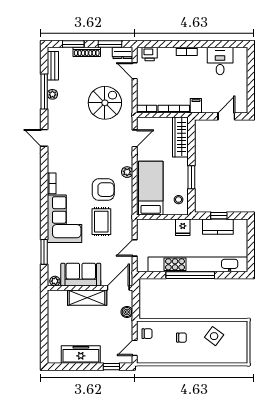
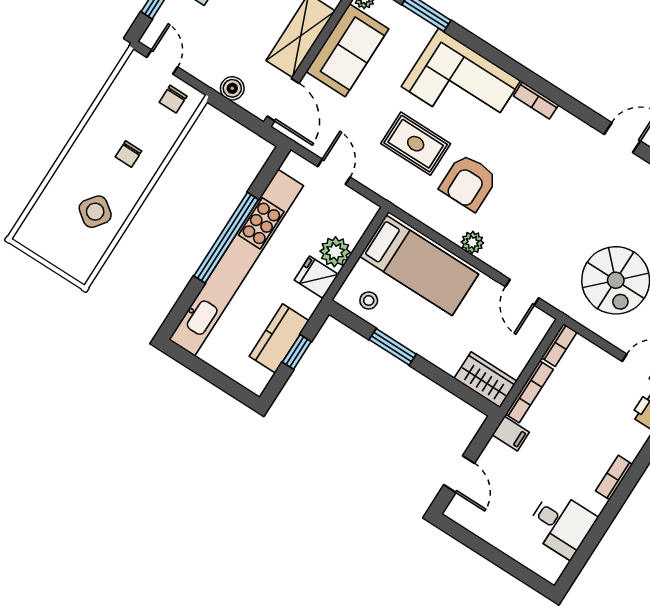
wardrobe: (180, 137) -> (486, 380), width x0.67
plant: (167, 226) -> (335, 252), added

